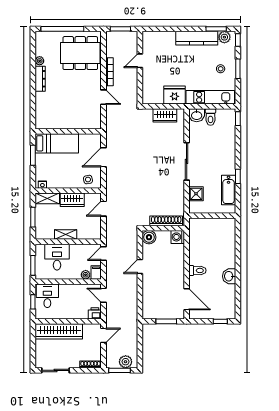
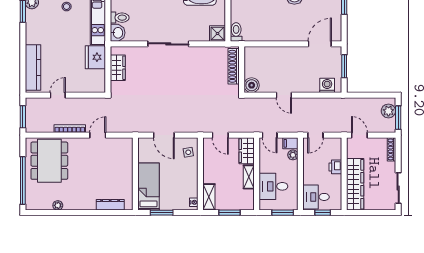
kitchen counter: (197, 38) -> (33, 68), moved
door: (140, 61) -> (58, 95), swing flipped
dresser: (40, 79) -> (110, 205), moved
shower: (196, 194) -> (218, 34), moved
wardrobe: (72, 200) -> (247, 151), moved, turned 180
washing machine: (178, 237) -> (327, 85), moved, turned 180
toilet: (197, 270) -> (236, 32), moved
printer: (95, 313) -> (335, 167), moved

